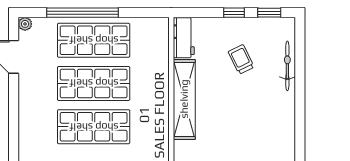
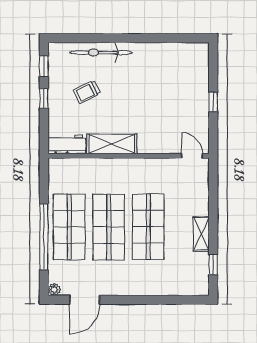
bicycle: (287, 66) -> (101, 53), width x1.37, depth x1.40
shelving: (184, 99) -> (112, 144), width x0.68

